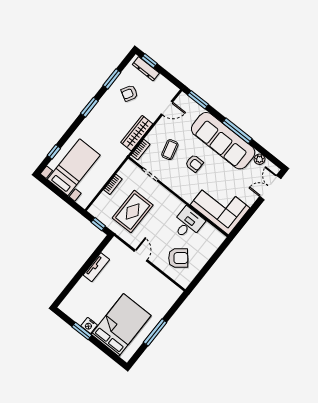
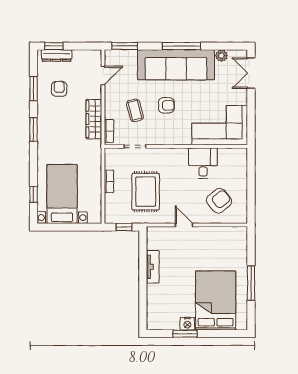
armchair: (129, 93) -> (59, 89), turned 151

